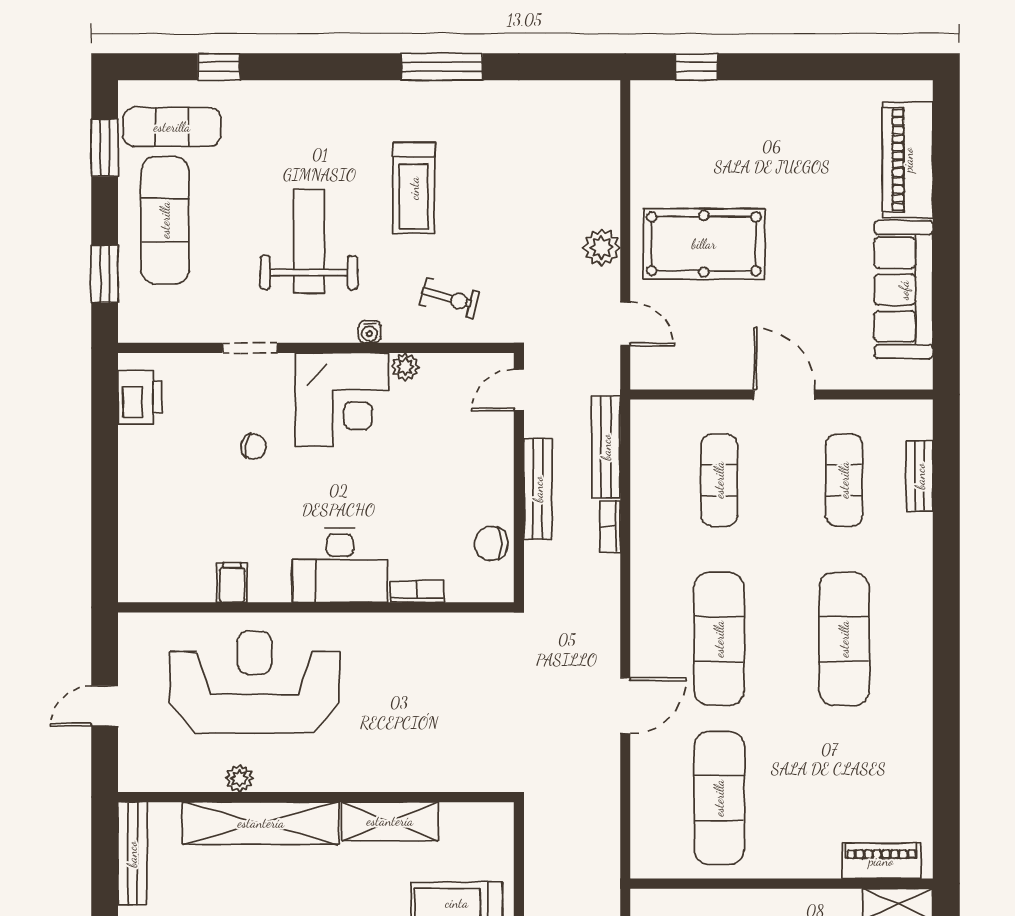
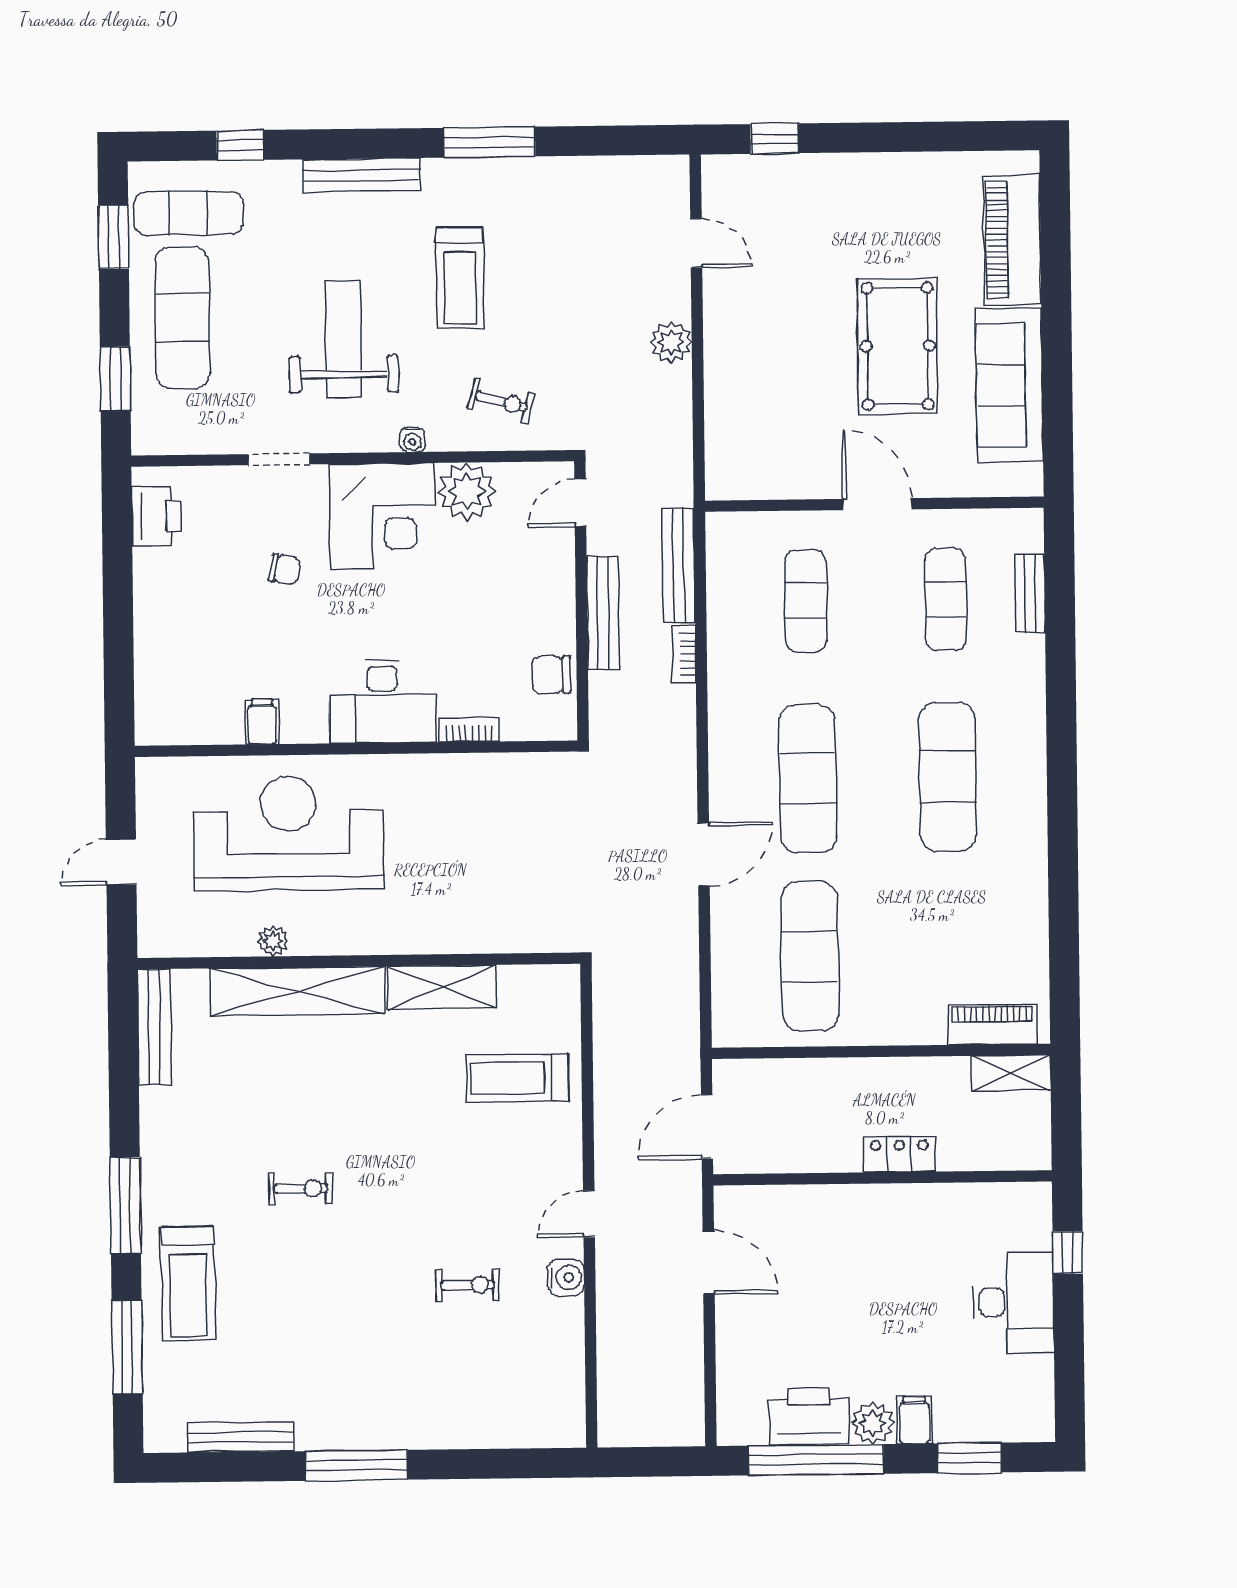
bench: (326, 95) -> (361, 175), added
pool table: (704, 244) -> (898, 346), moved, turned 90
door: (625, 324) -> (696, 243), moved
plant: (405, 367) -> (467, 492), width x1.87, depth x1.87

